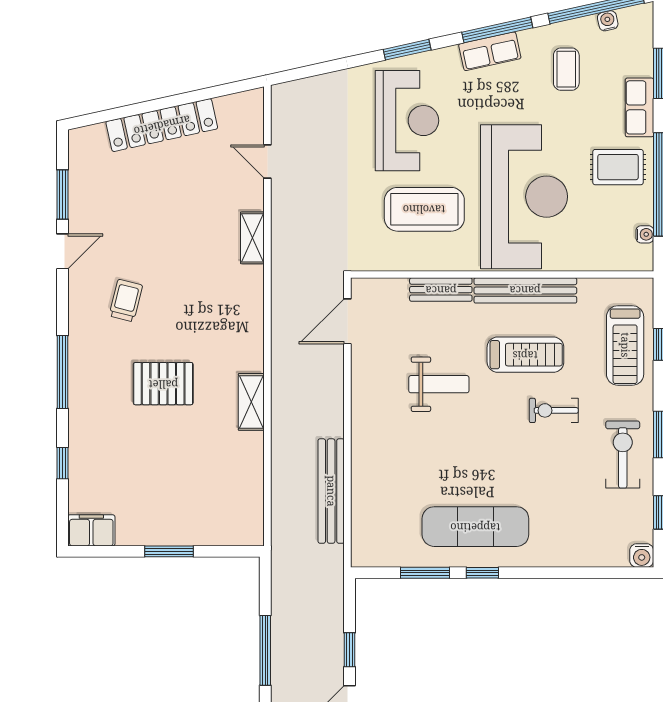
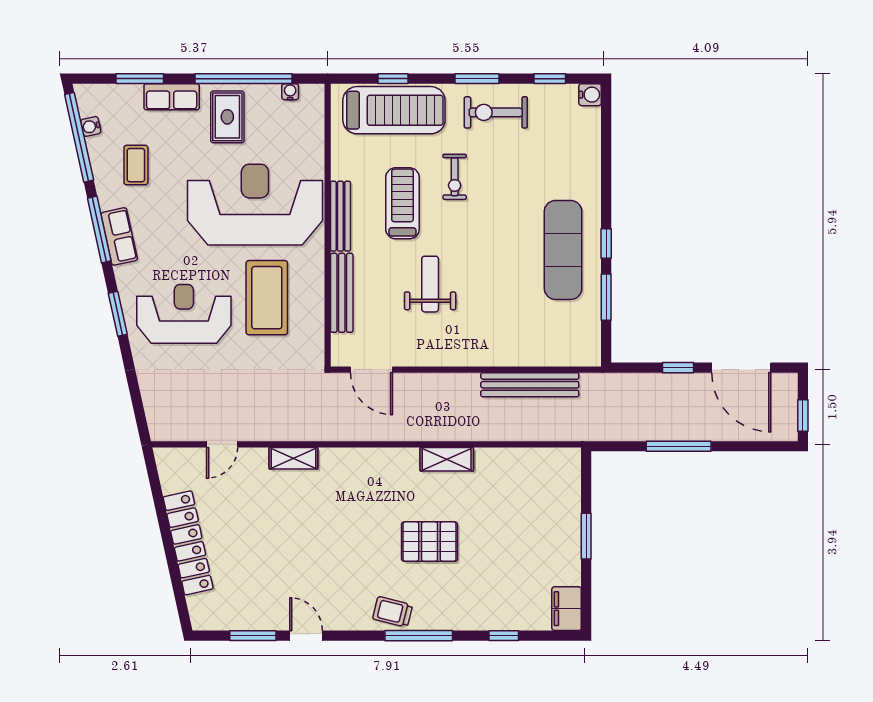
coffee table: (566, 69) -> (136, 165), turned 90
bench: (441, 290) -> (342, 293), width x1.36
bench: (525, 290) -> (340, 216), width x0.73, depth x0.82
trolley: (126, 301) -> (393, 612), moved
treadmill: (625, 345) -> (394, 110), width x1.37, depth x1.38
pallet: (163, 384) -> (429, 542), turned 90

